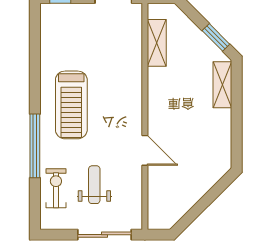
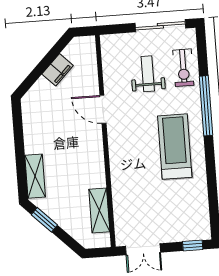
weight bench: (94, 185) -> (148, 74), turned 180
filing cabinet: (190, 196) -> (58, 70), added
sliding door: (104, 235) -> (160, 26), moved

